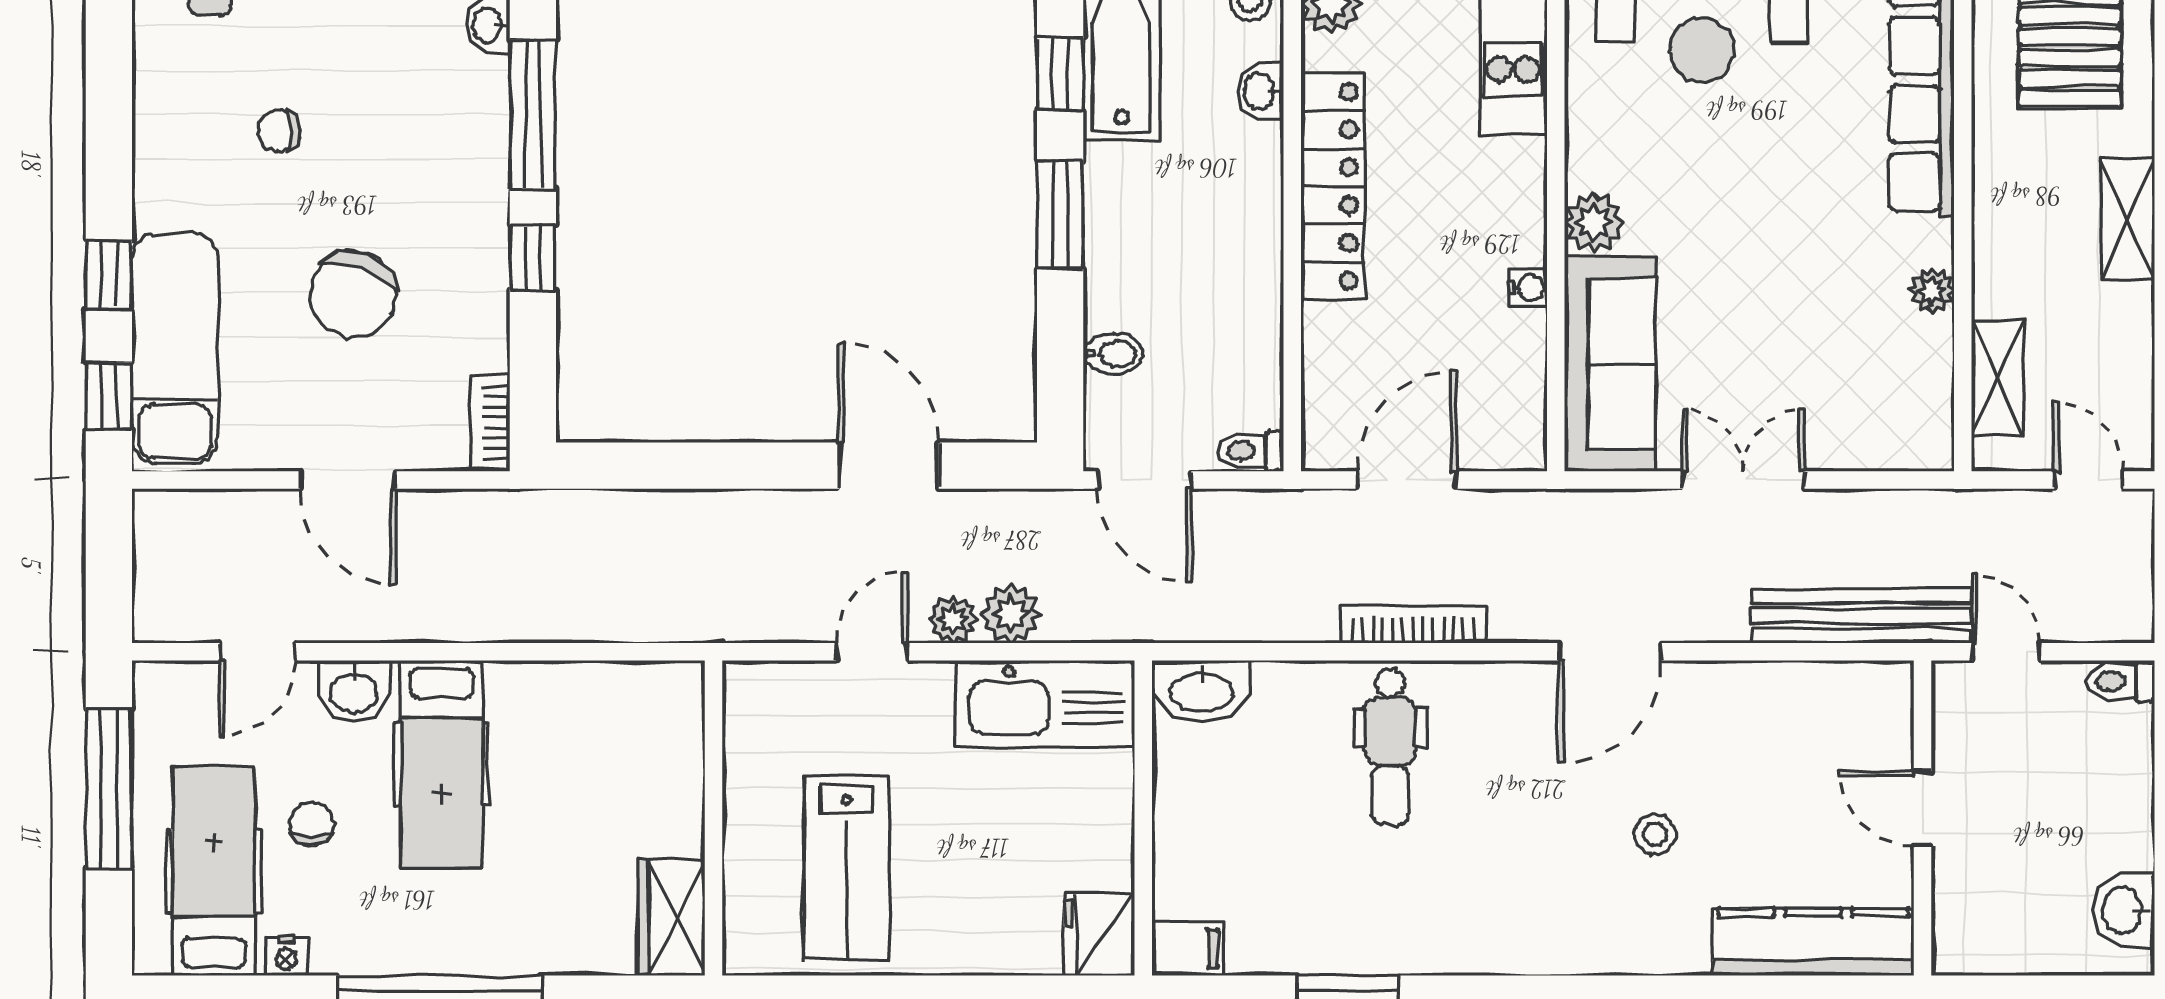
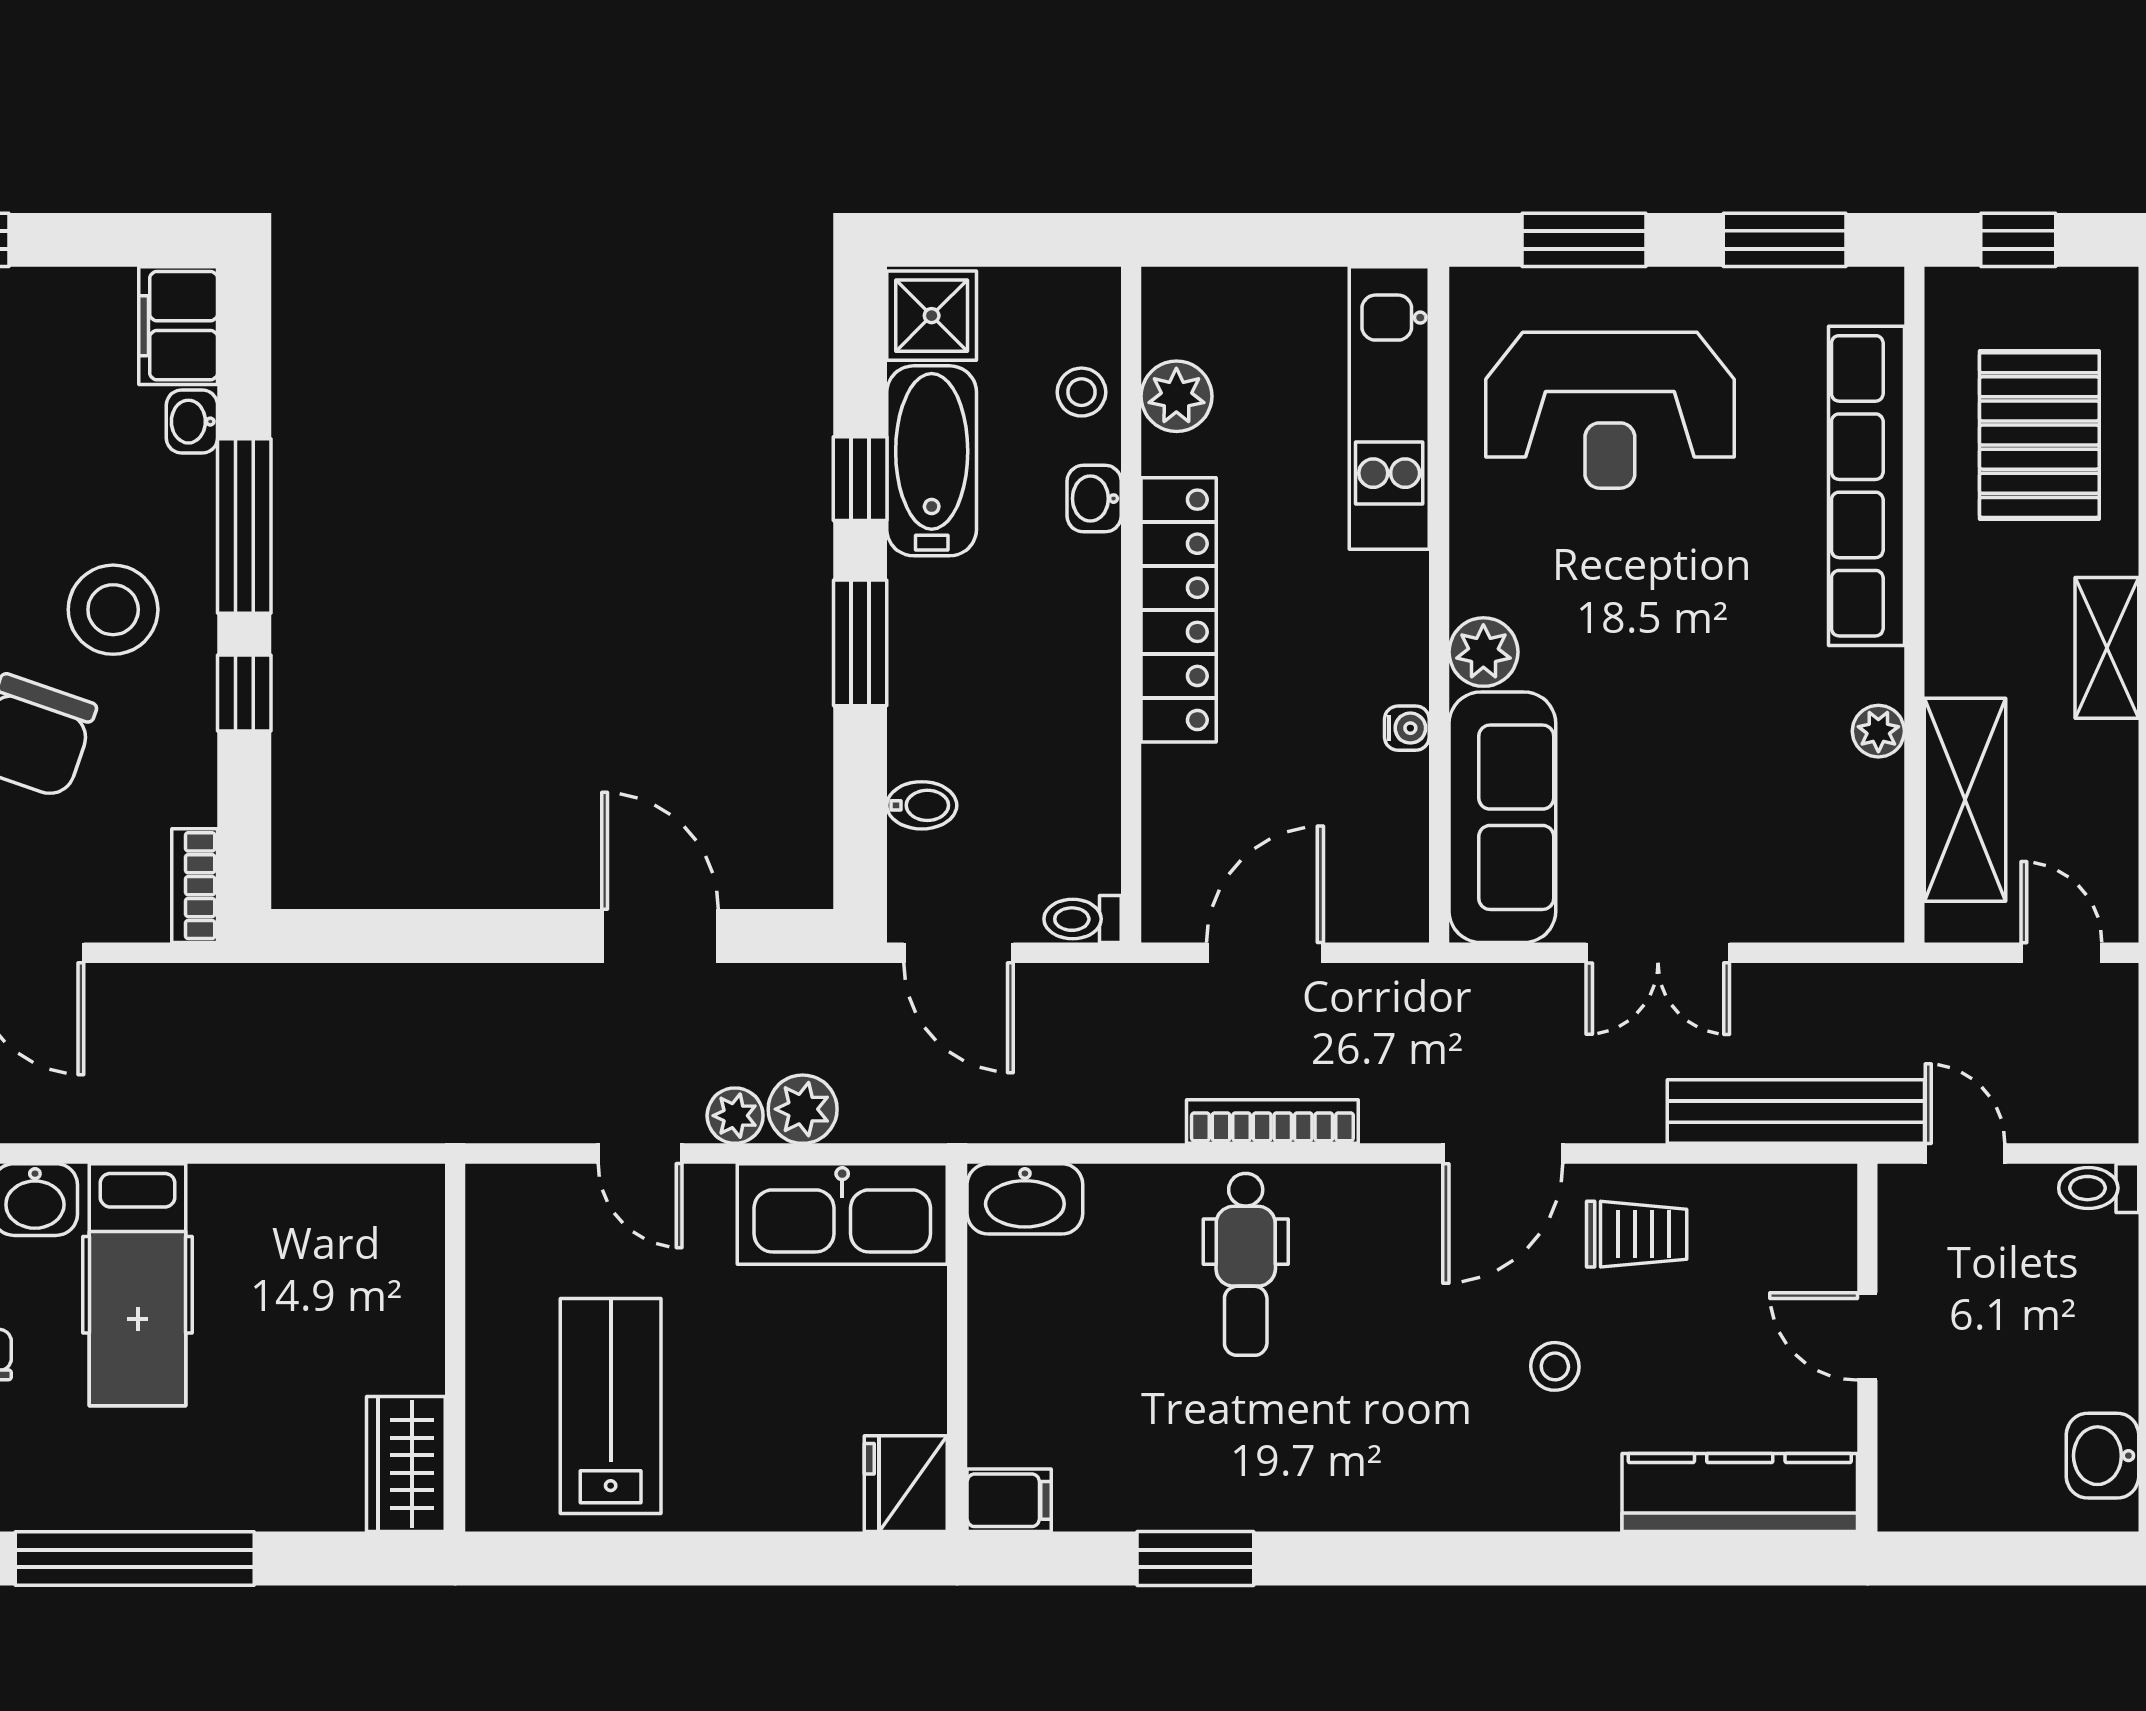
stool: (421, 186) -> (113, 610), added
shelving: (1997, 378) -> (1965, 800), width x1.50, depth x1.33
double door: (1743, 480) -> (1658, 953), swing flipped
door: (872, 652) -> (640, 1154), swing flipped
trolley: (1725, 721) -> (1637, 1234), added
lab bench: (847, 868) -> (611, 1406), turned 180

